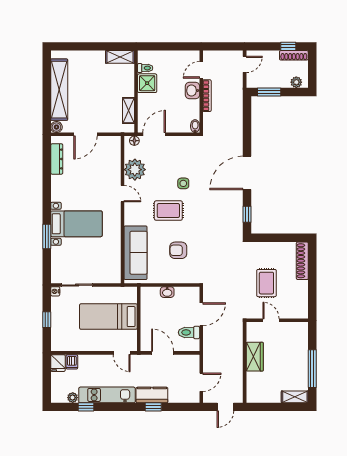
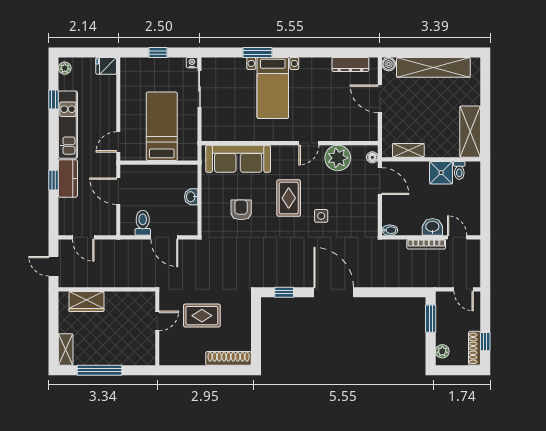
shelving: (120, 57) -> (470, 132), width x1.50, depth x1.33
door: (163, 353) -> (118, 191), swing flipped
wardrobe: (255, 357) -> (86, 301), moved
dishwasher: (72, 362) -> (108, 83), removed
plant: (73, 398) -> (65, 68), moved

